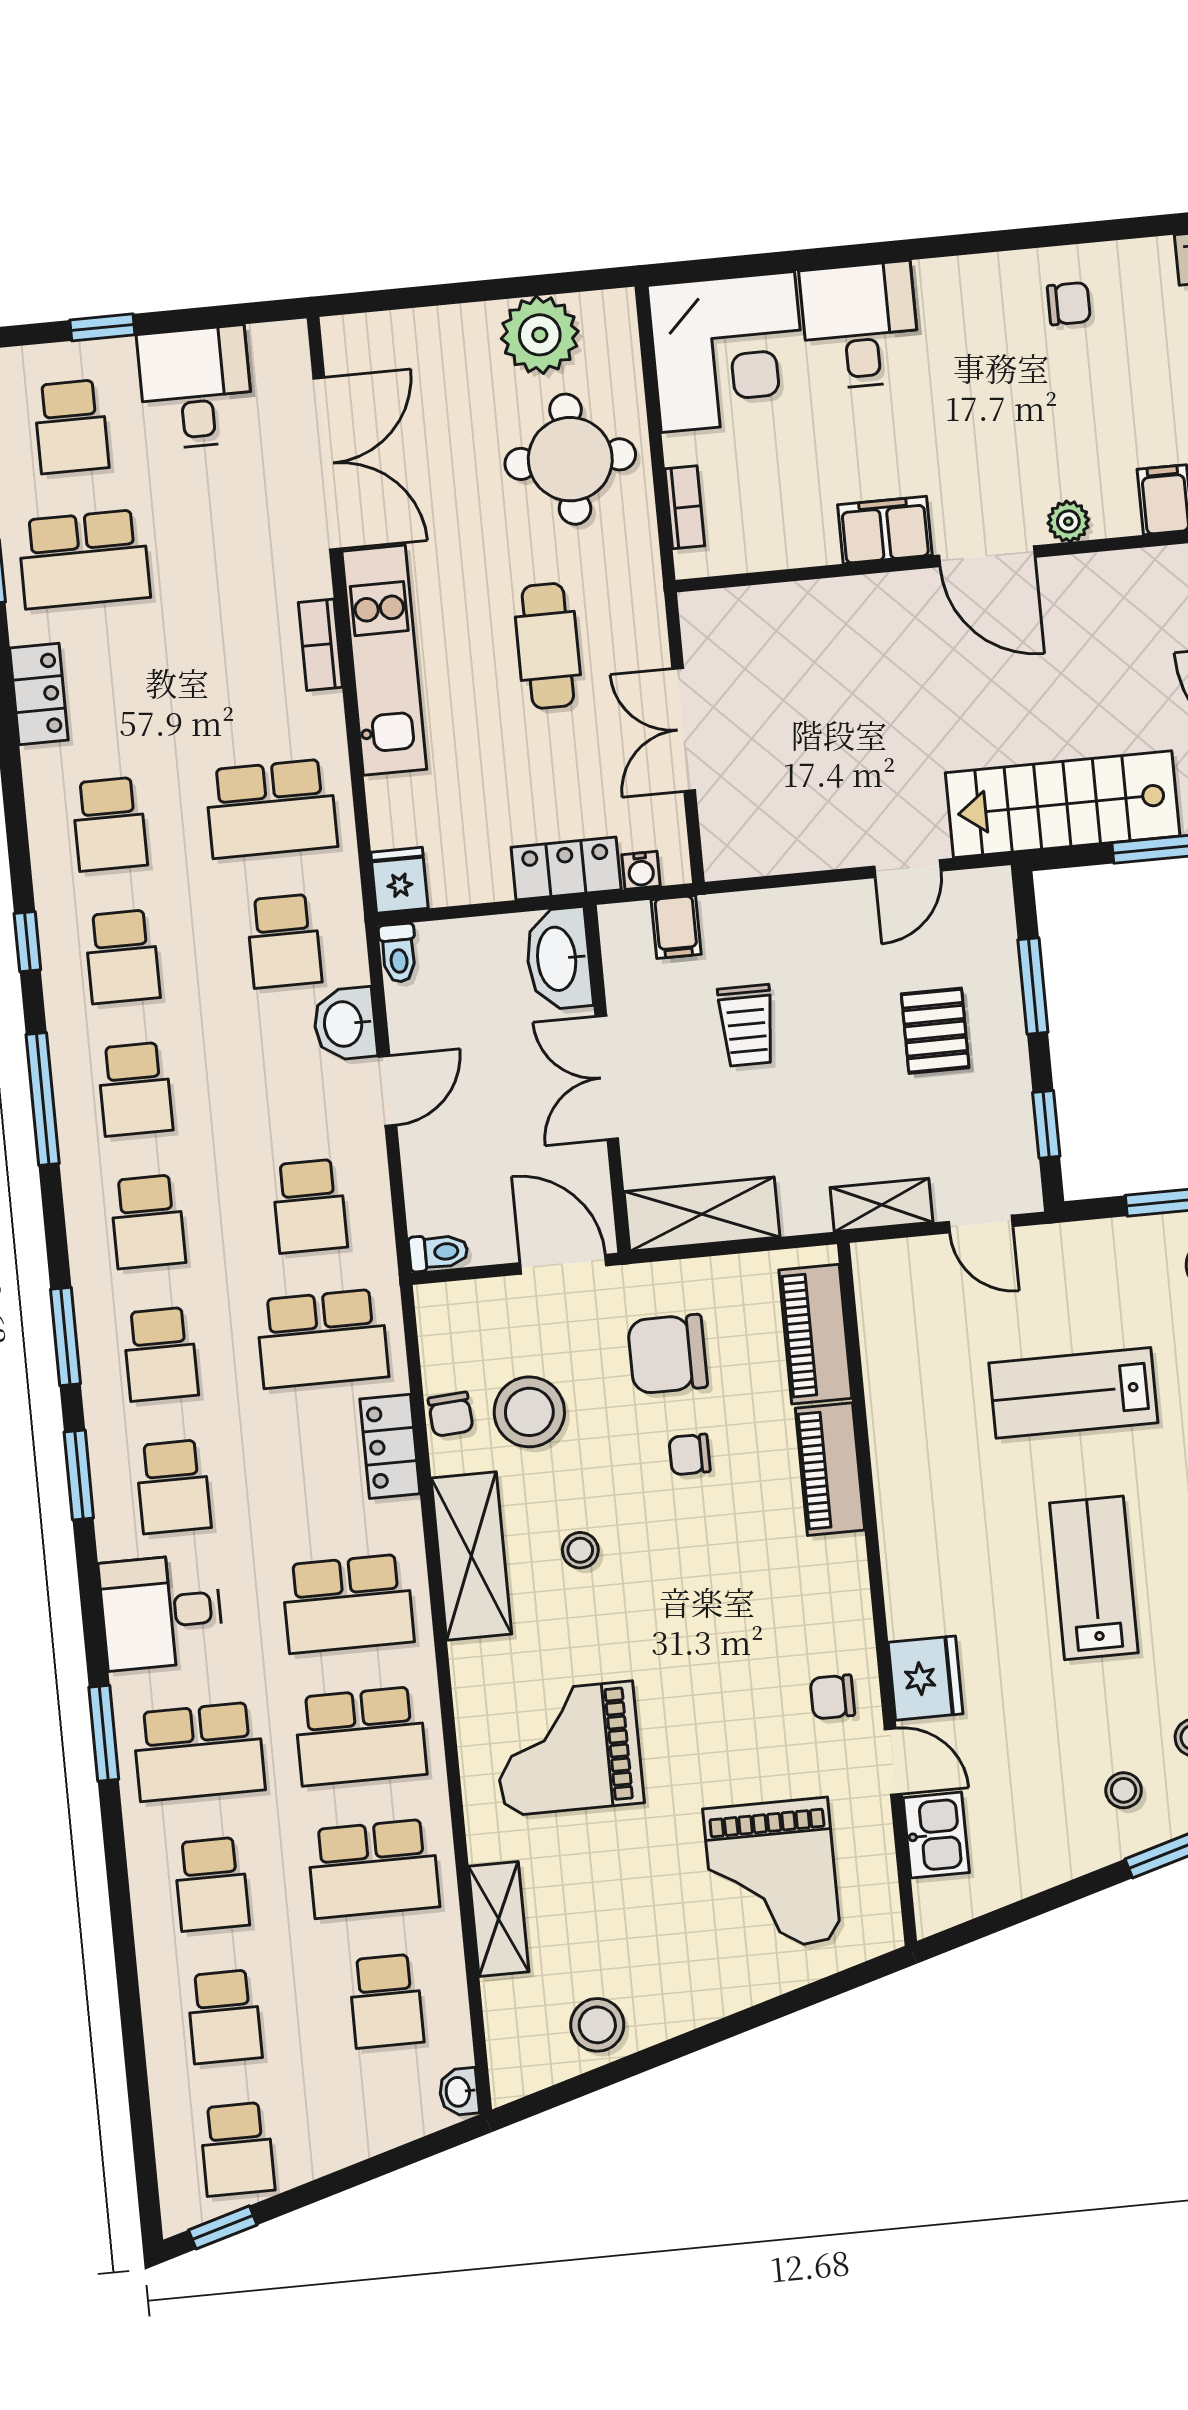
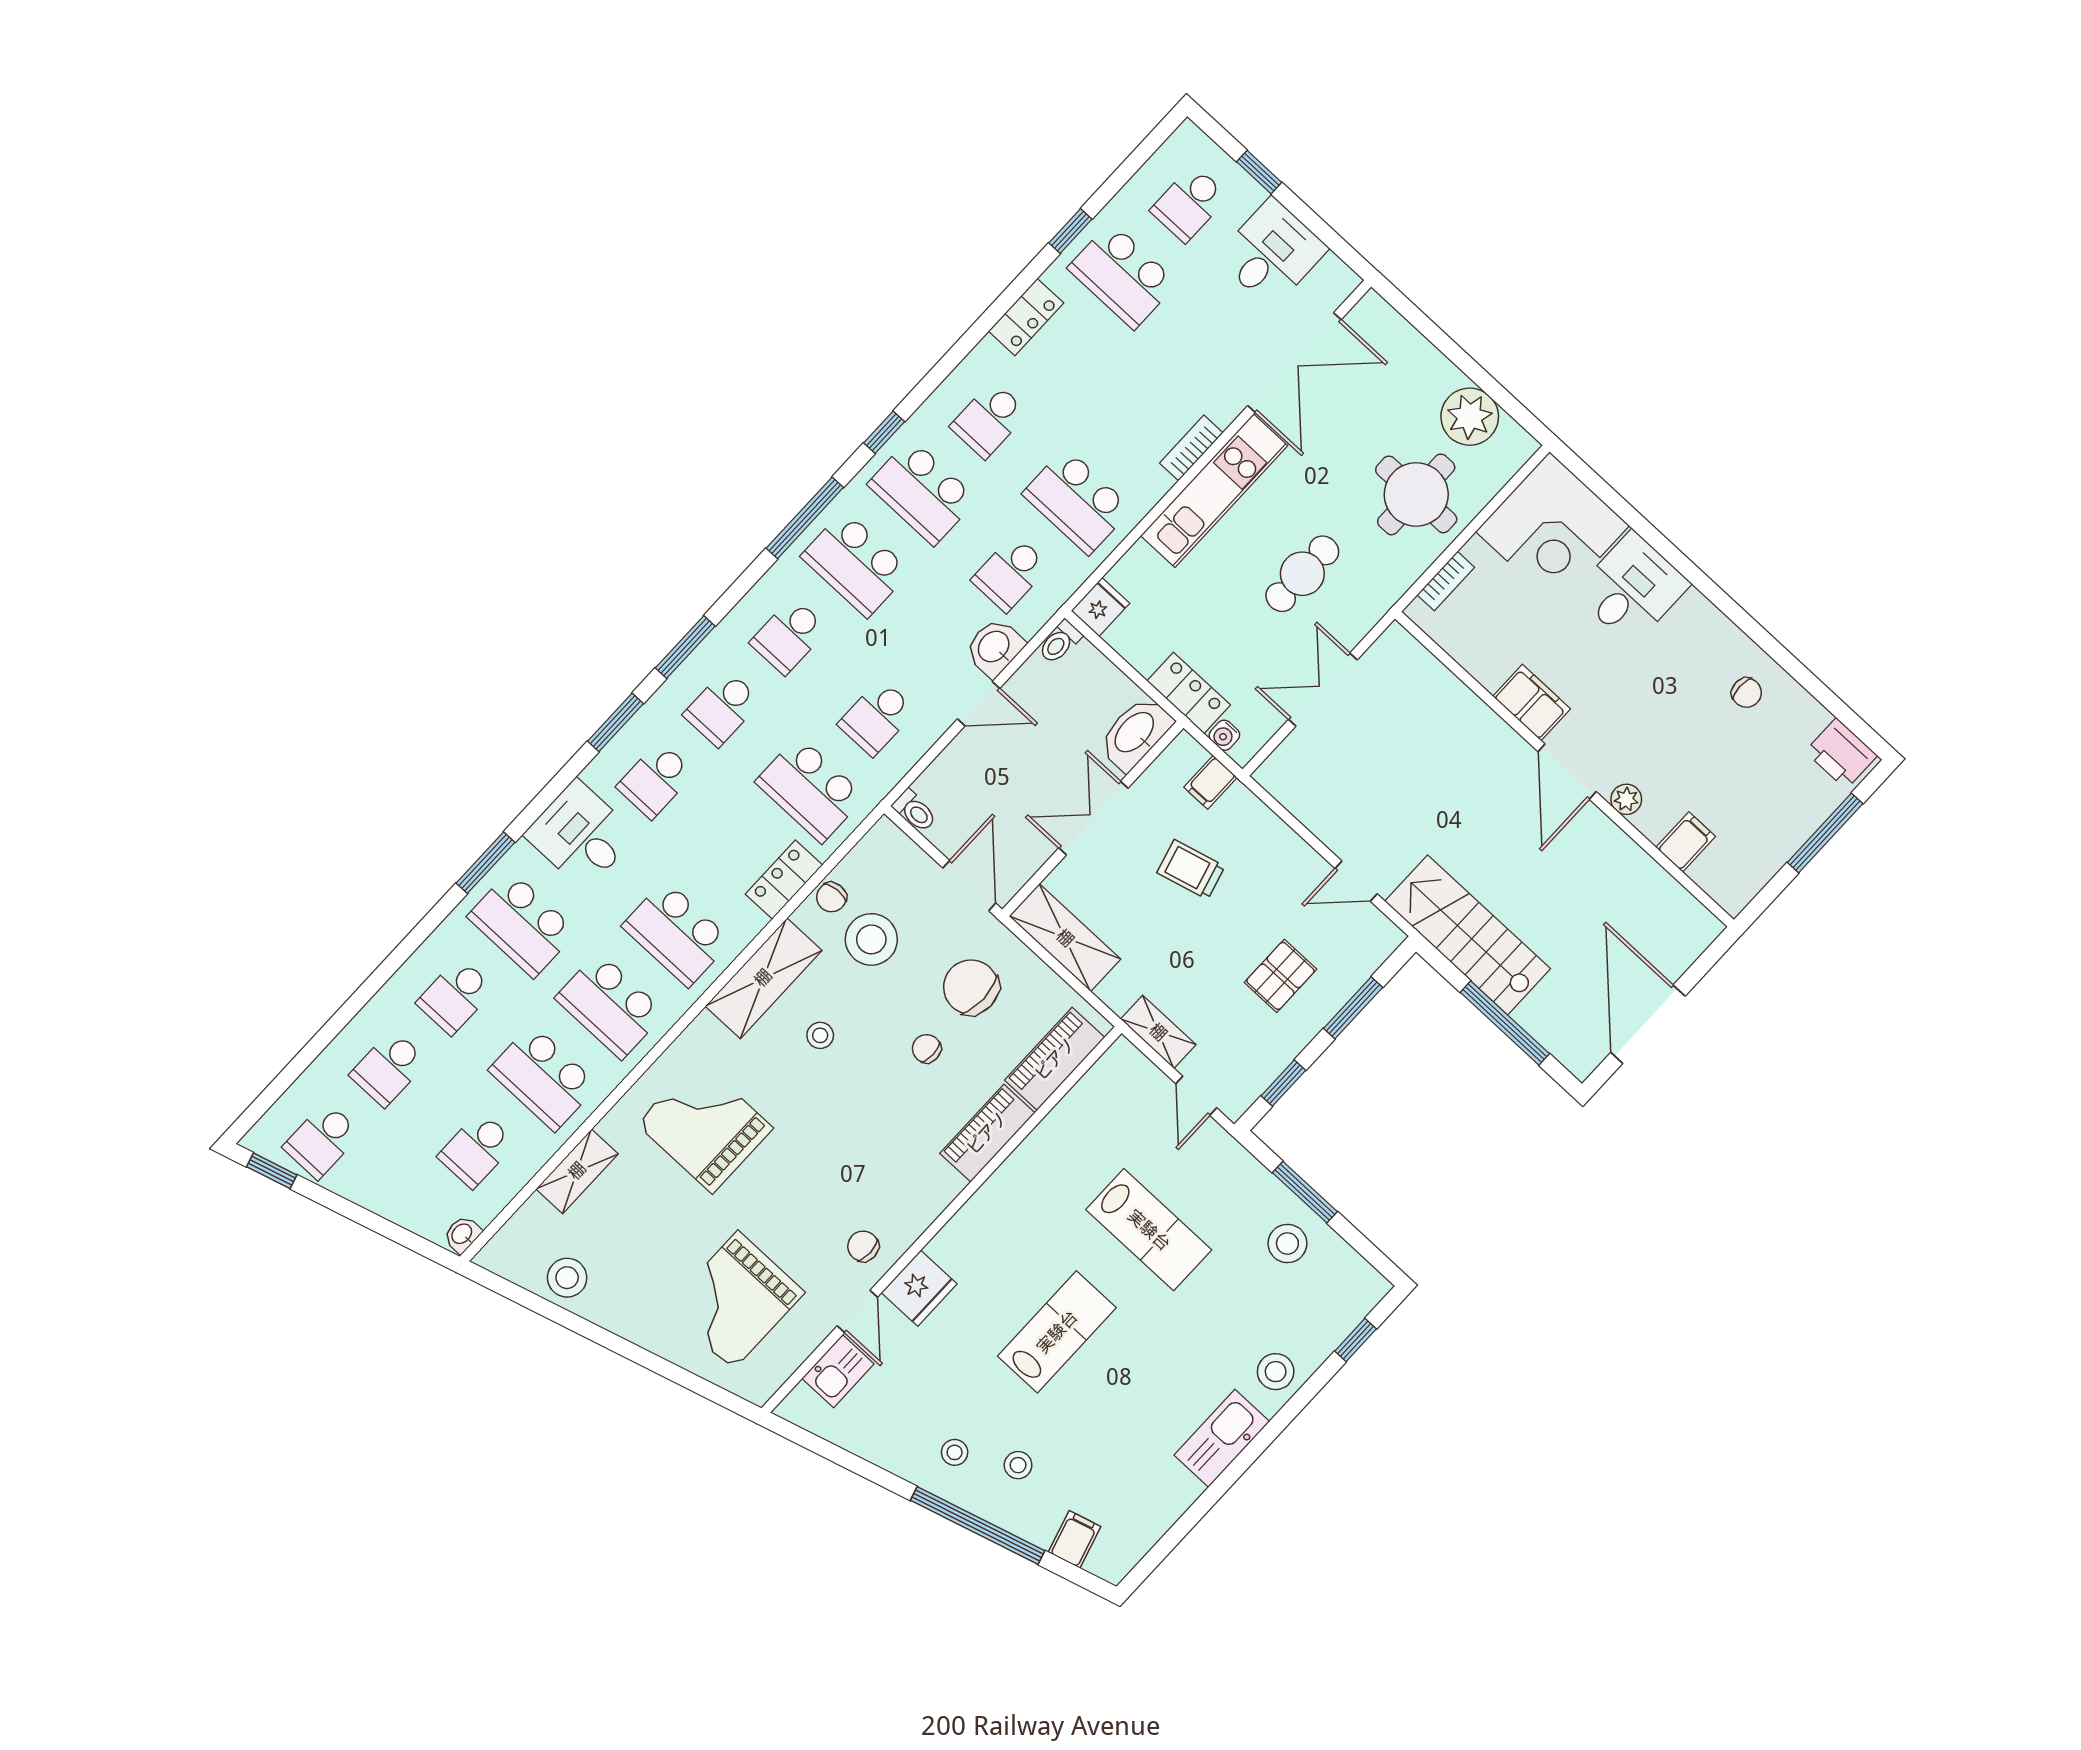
school desk: (122, 957) -> (922, 492), width x1.85
trolley: (747, 1025) -> (1191, 870), turned 75
school desk: (135, 1089) -> (856, 564), width x1.85
lab bench: (1073, 1393) -> (1149, 1230), turned 180

